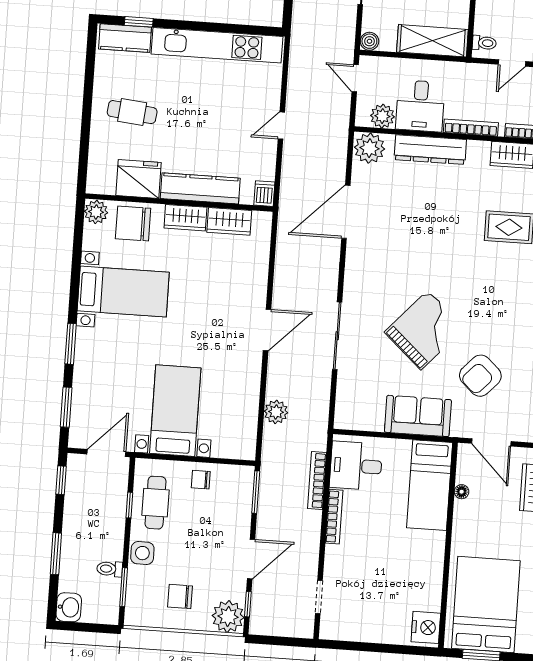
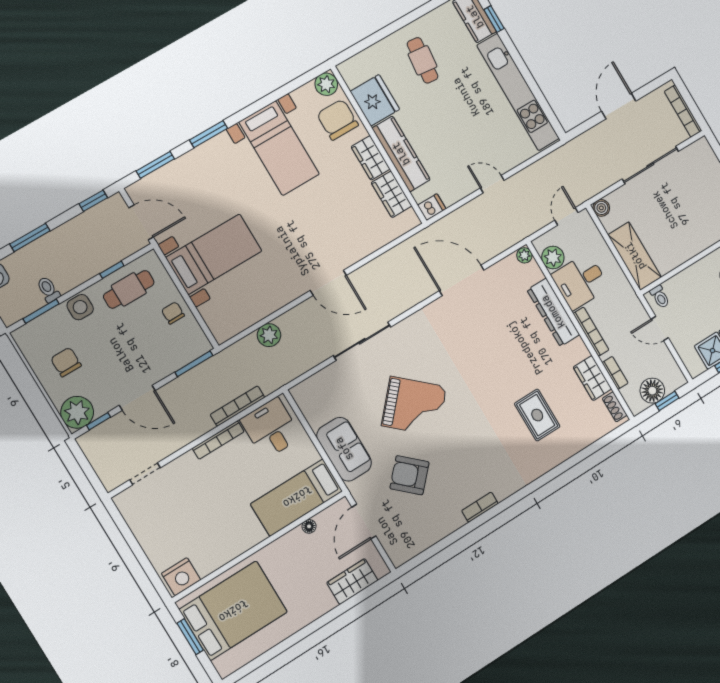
plant: (370, 148) -> (524, 255), width x0.53, depth x0.53

